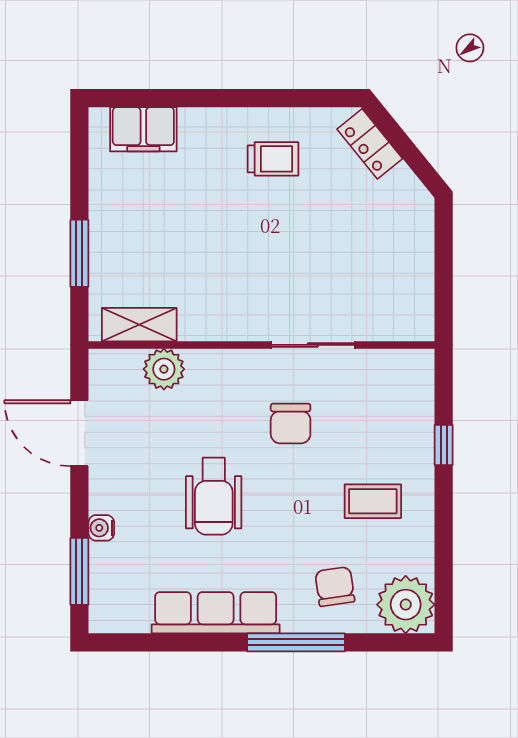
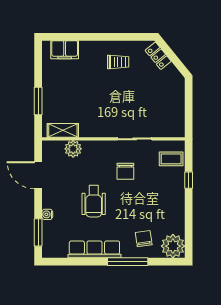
coffee table: (373, 501) -> (171, 159), moved

